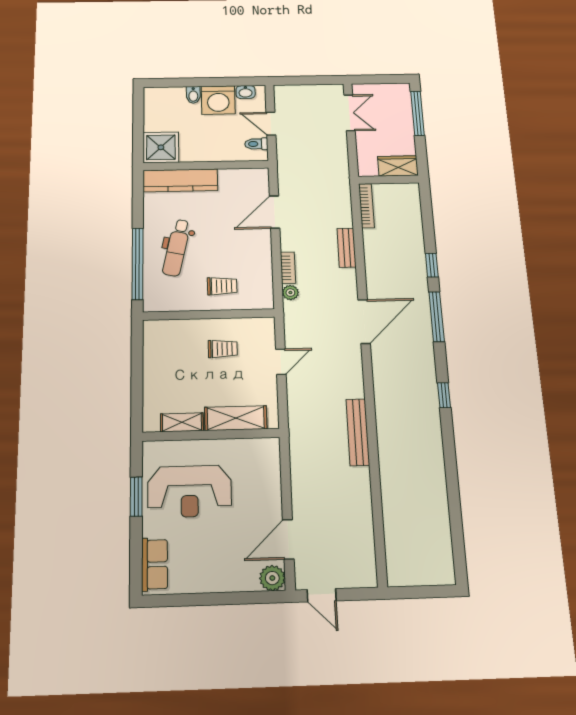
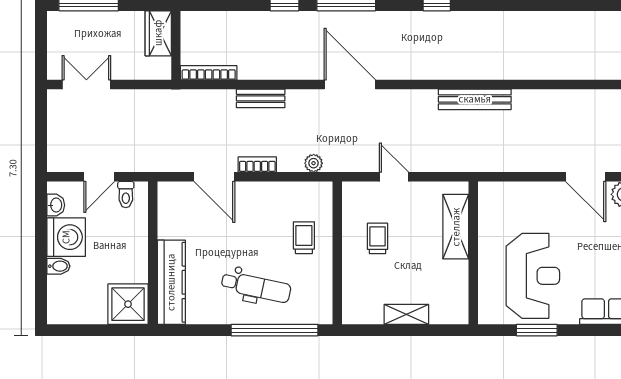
bookcase: (288, 268) -> (257, 165), moved
shelving: (182, 422) -> (406, 314), moved, turned 90

